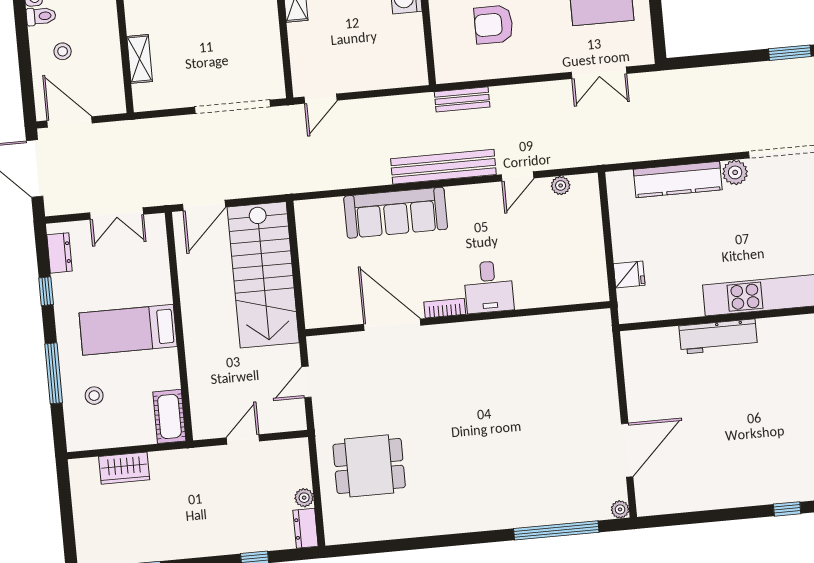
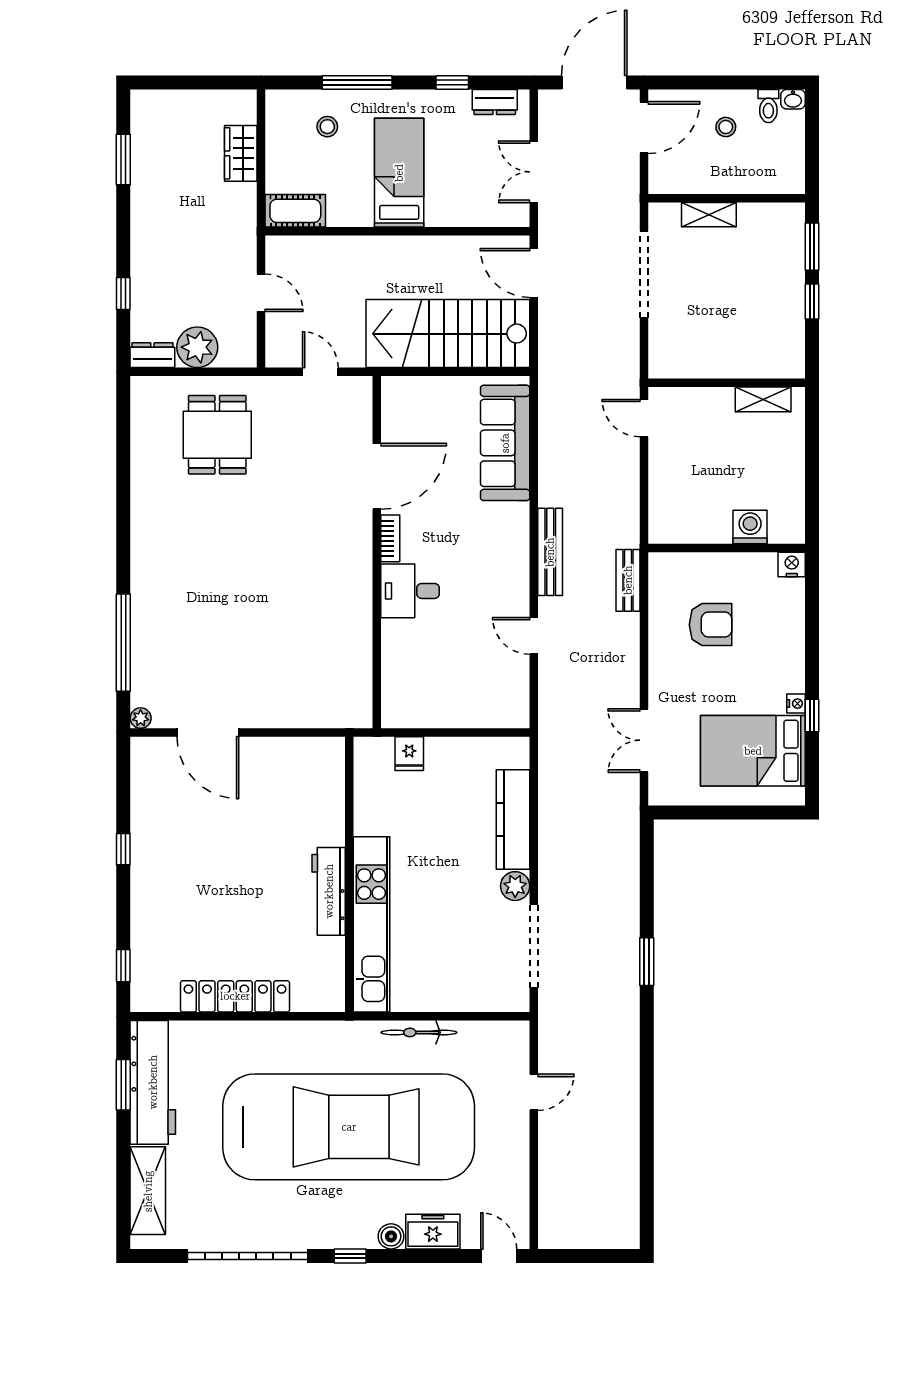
armchair: (494, 25) -> (711, 625), turned 90
doorway: (232, 107) -> (644, 275), moved
bench: (443, 167) -> (550, 552), width x0.73, depth x0.82
plant: (561, 185) -> (519, 684), removed
sofa: (396, 213) -> (505, 443), moved
workbench: (718, 337) -> (329, 891), moved
plant: (304, 498) -> (197, 347), width x1.88, depth x1.88
window: (787, 509) -> (123, 849), moved

